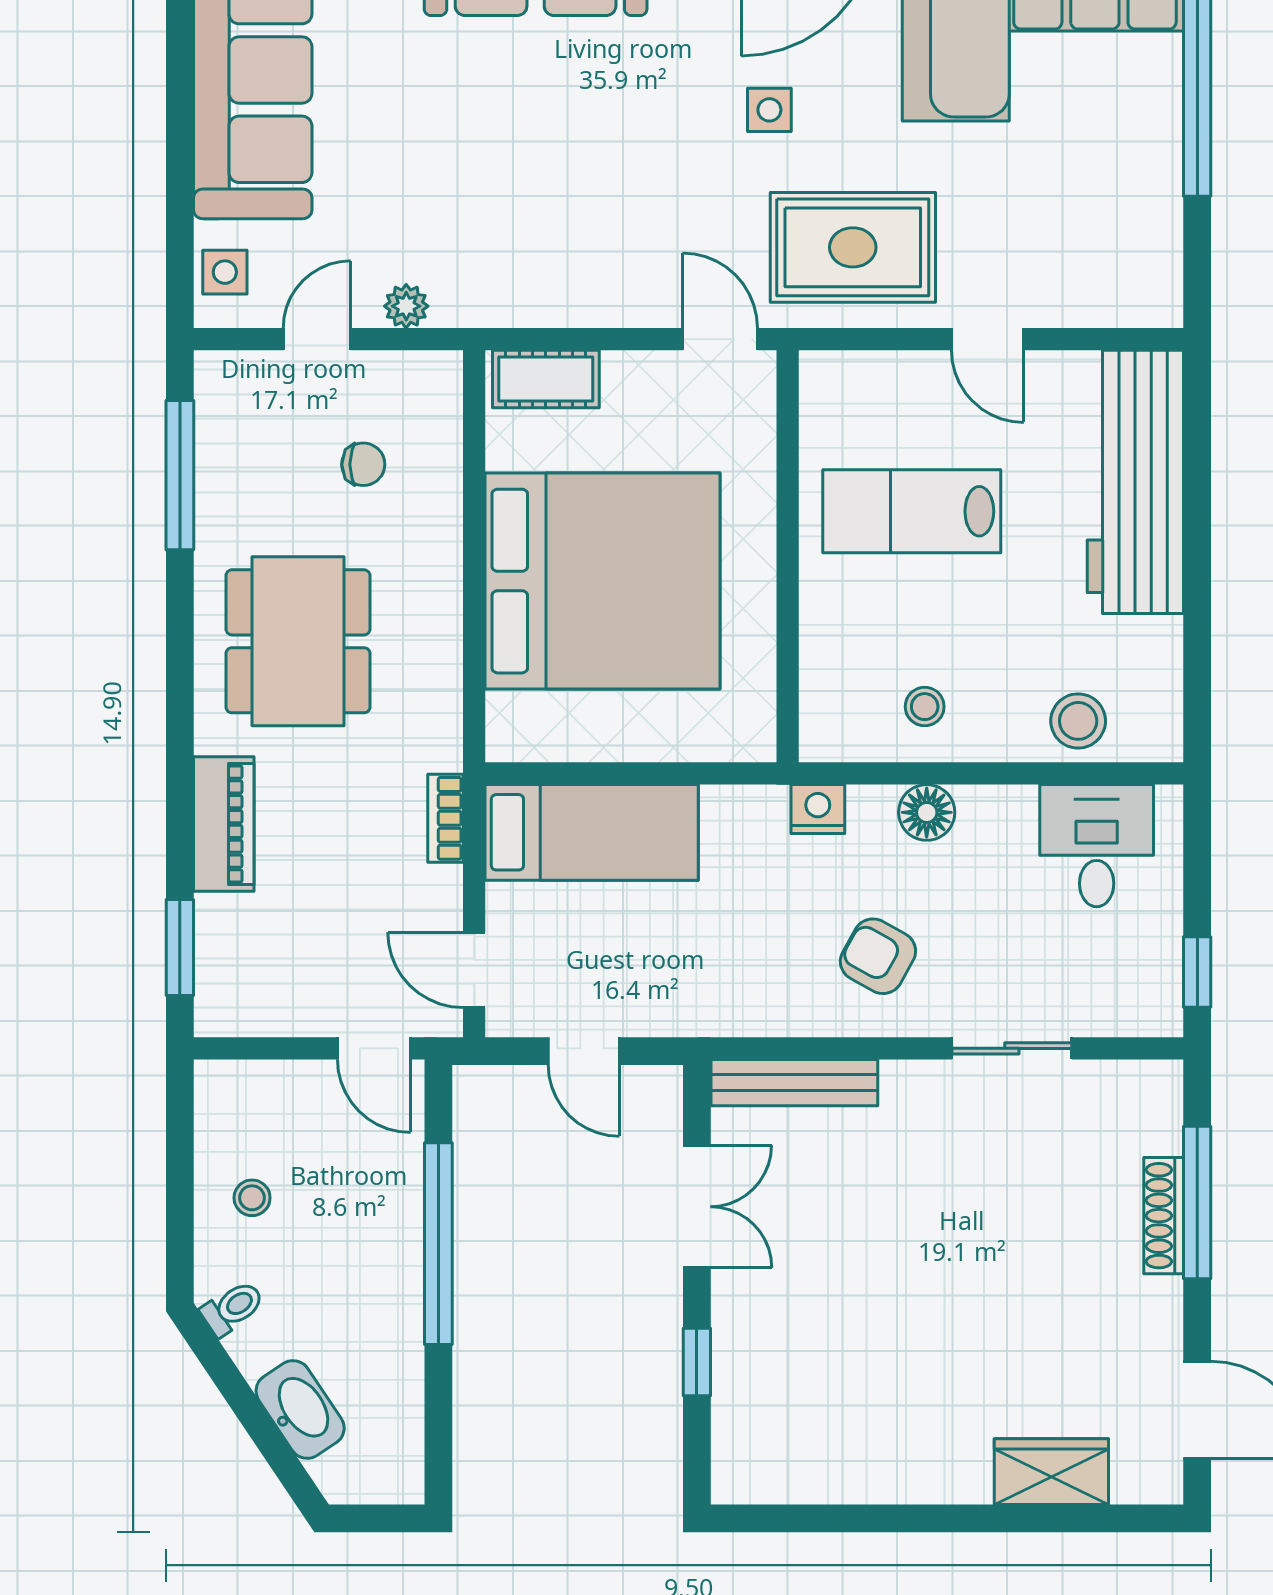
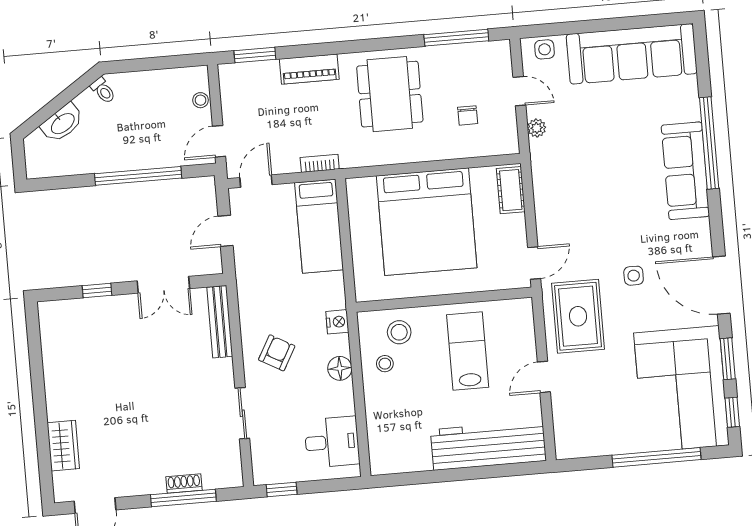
dining table: (298, 641) -> (390, 94), turned 90
stool: (1078, 721) -> (399, 332), moved
stool: (252, 1198) -> (200, 100), moved
shoe rack: (1164, 1216) -> (184, 483), width x0.70

